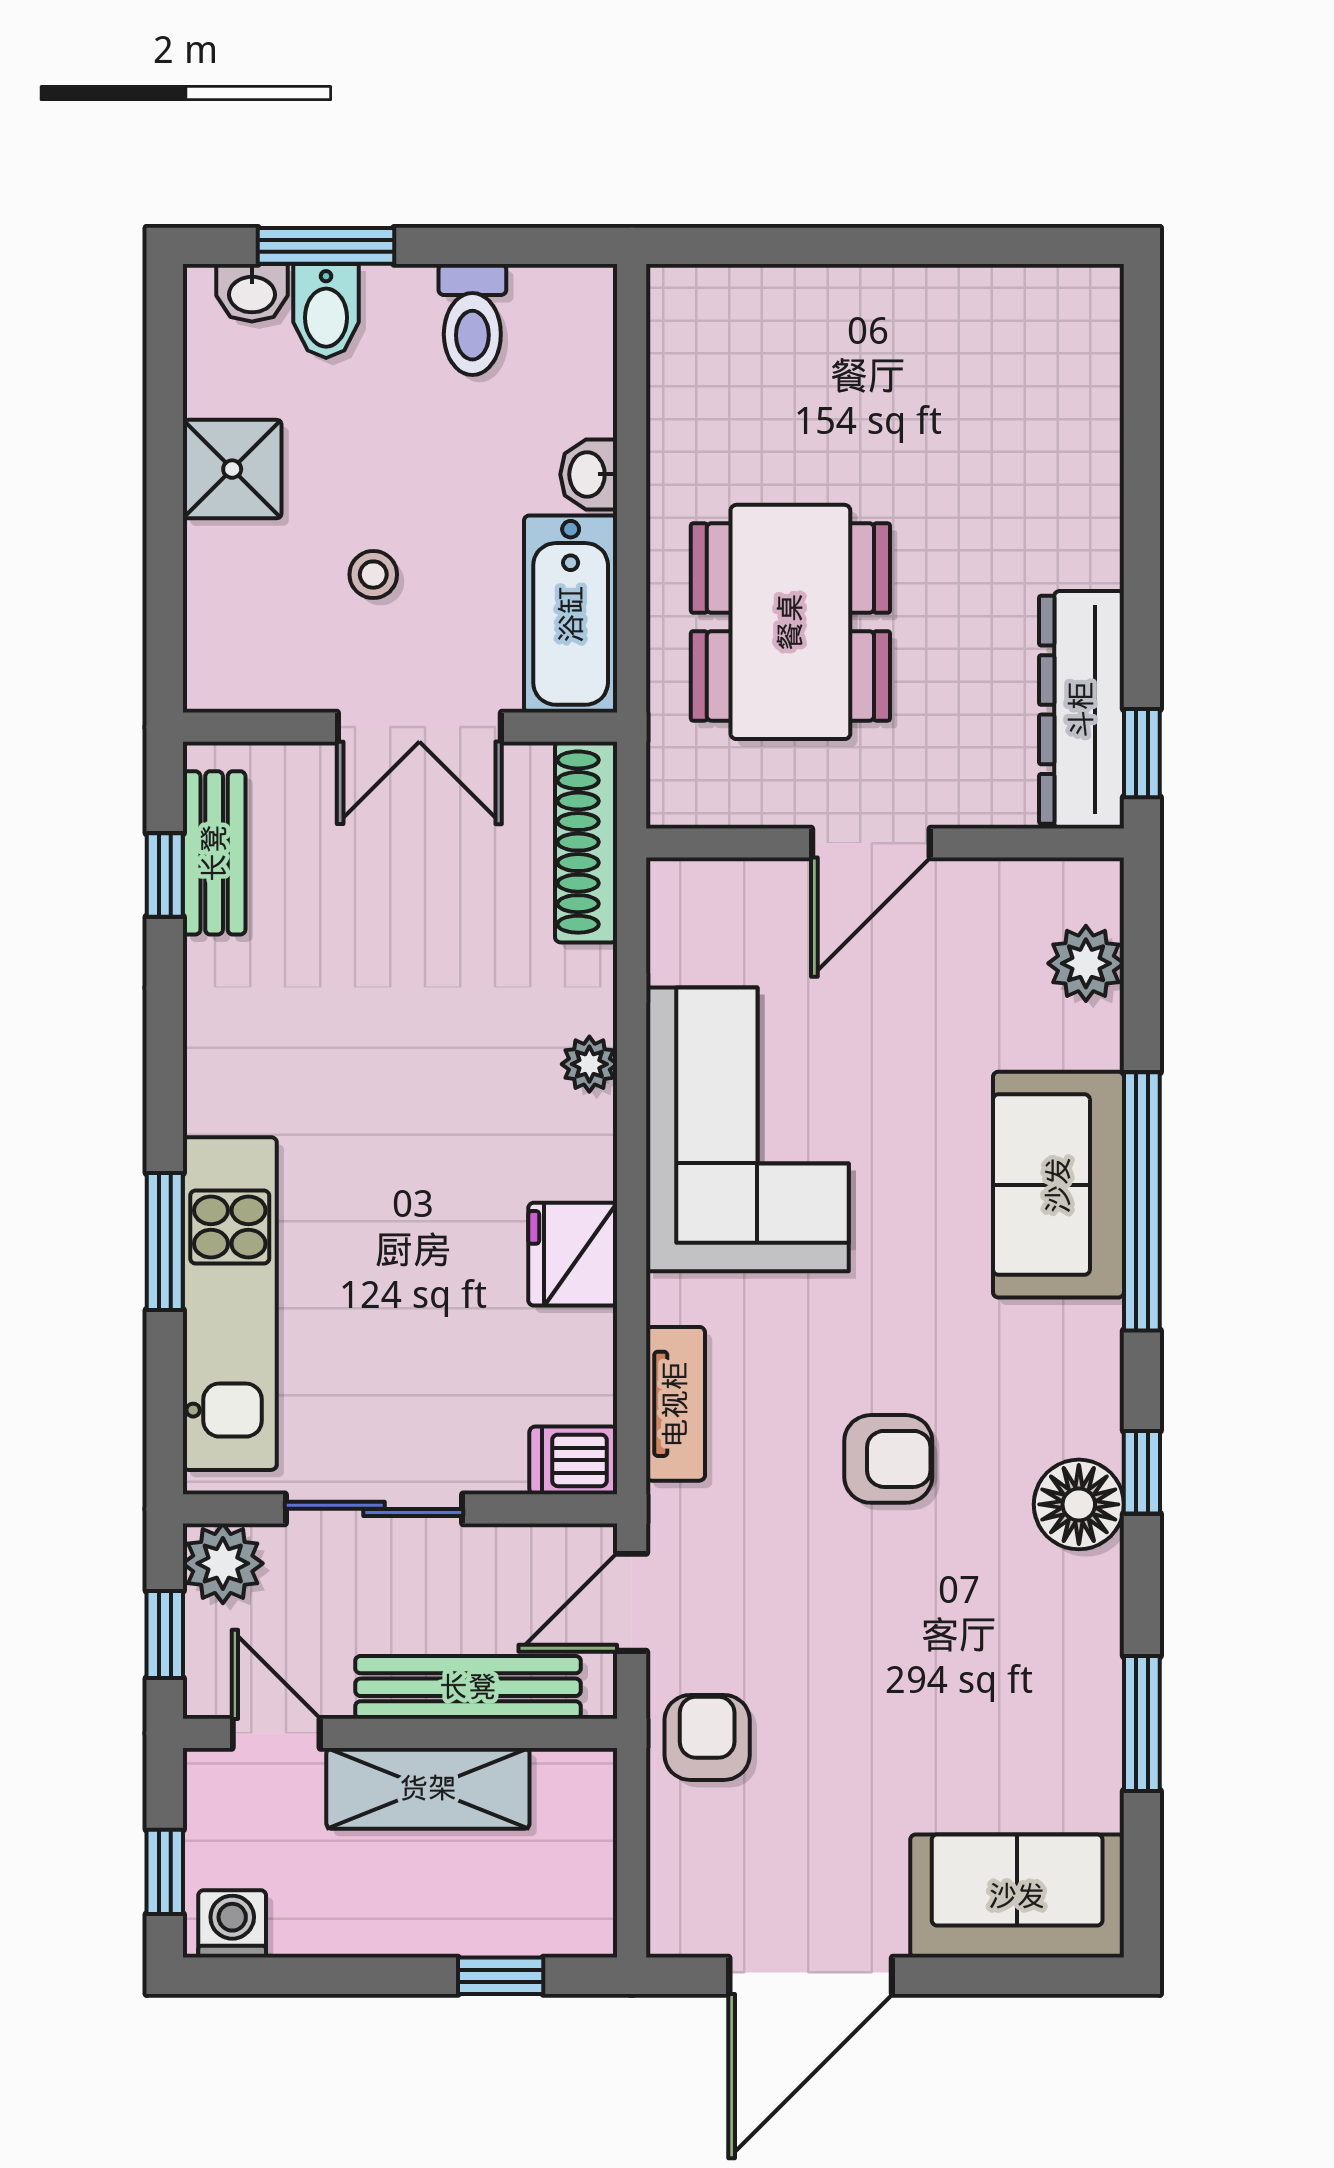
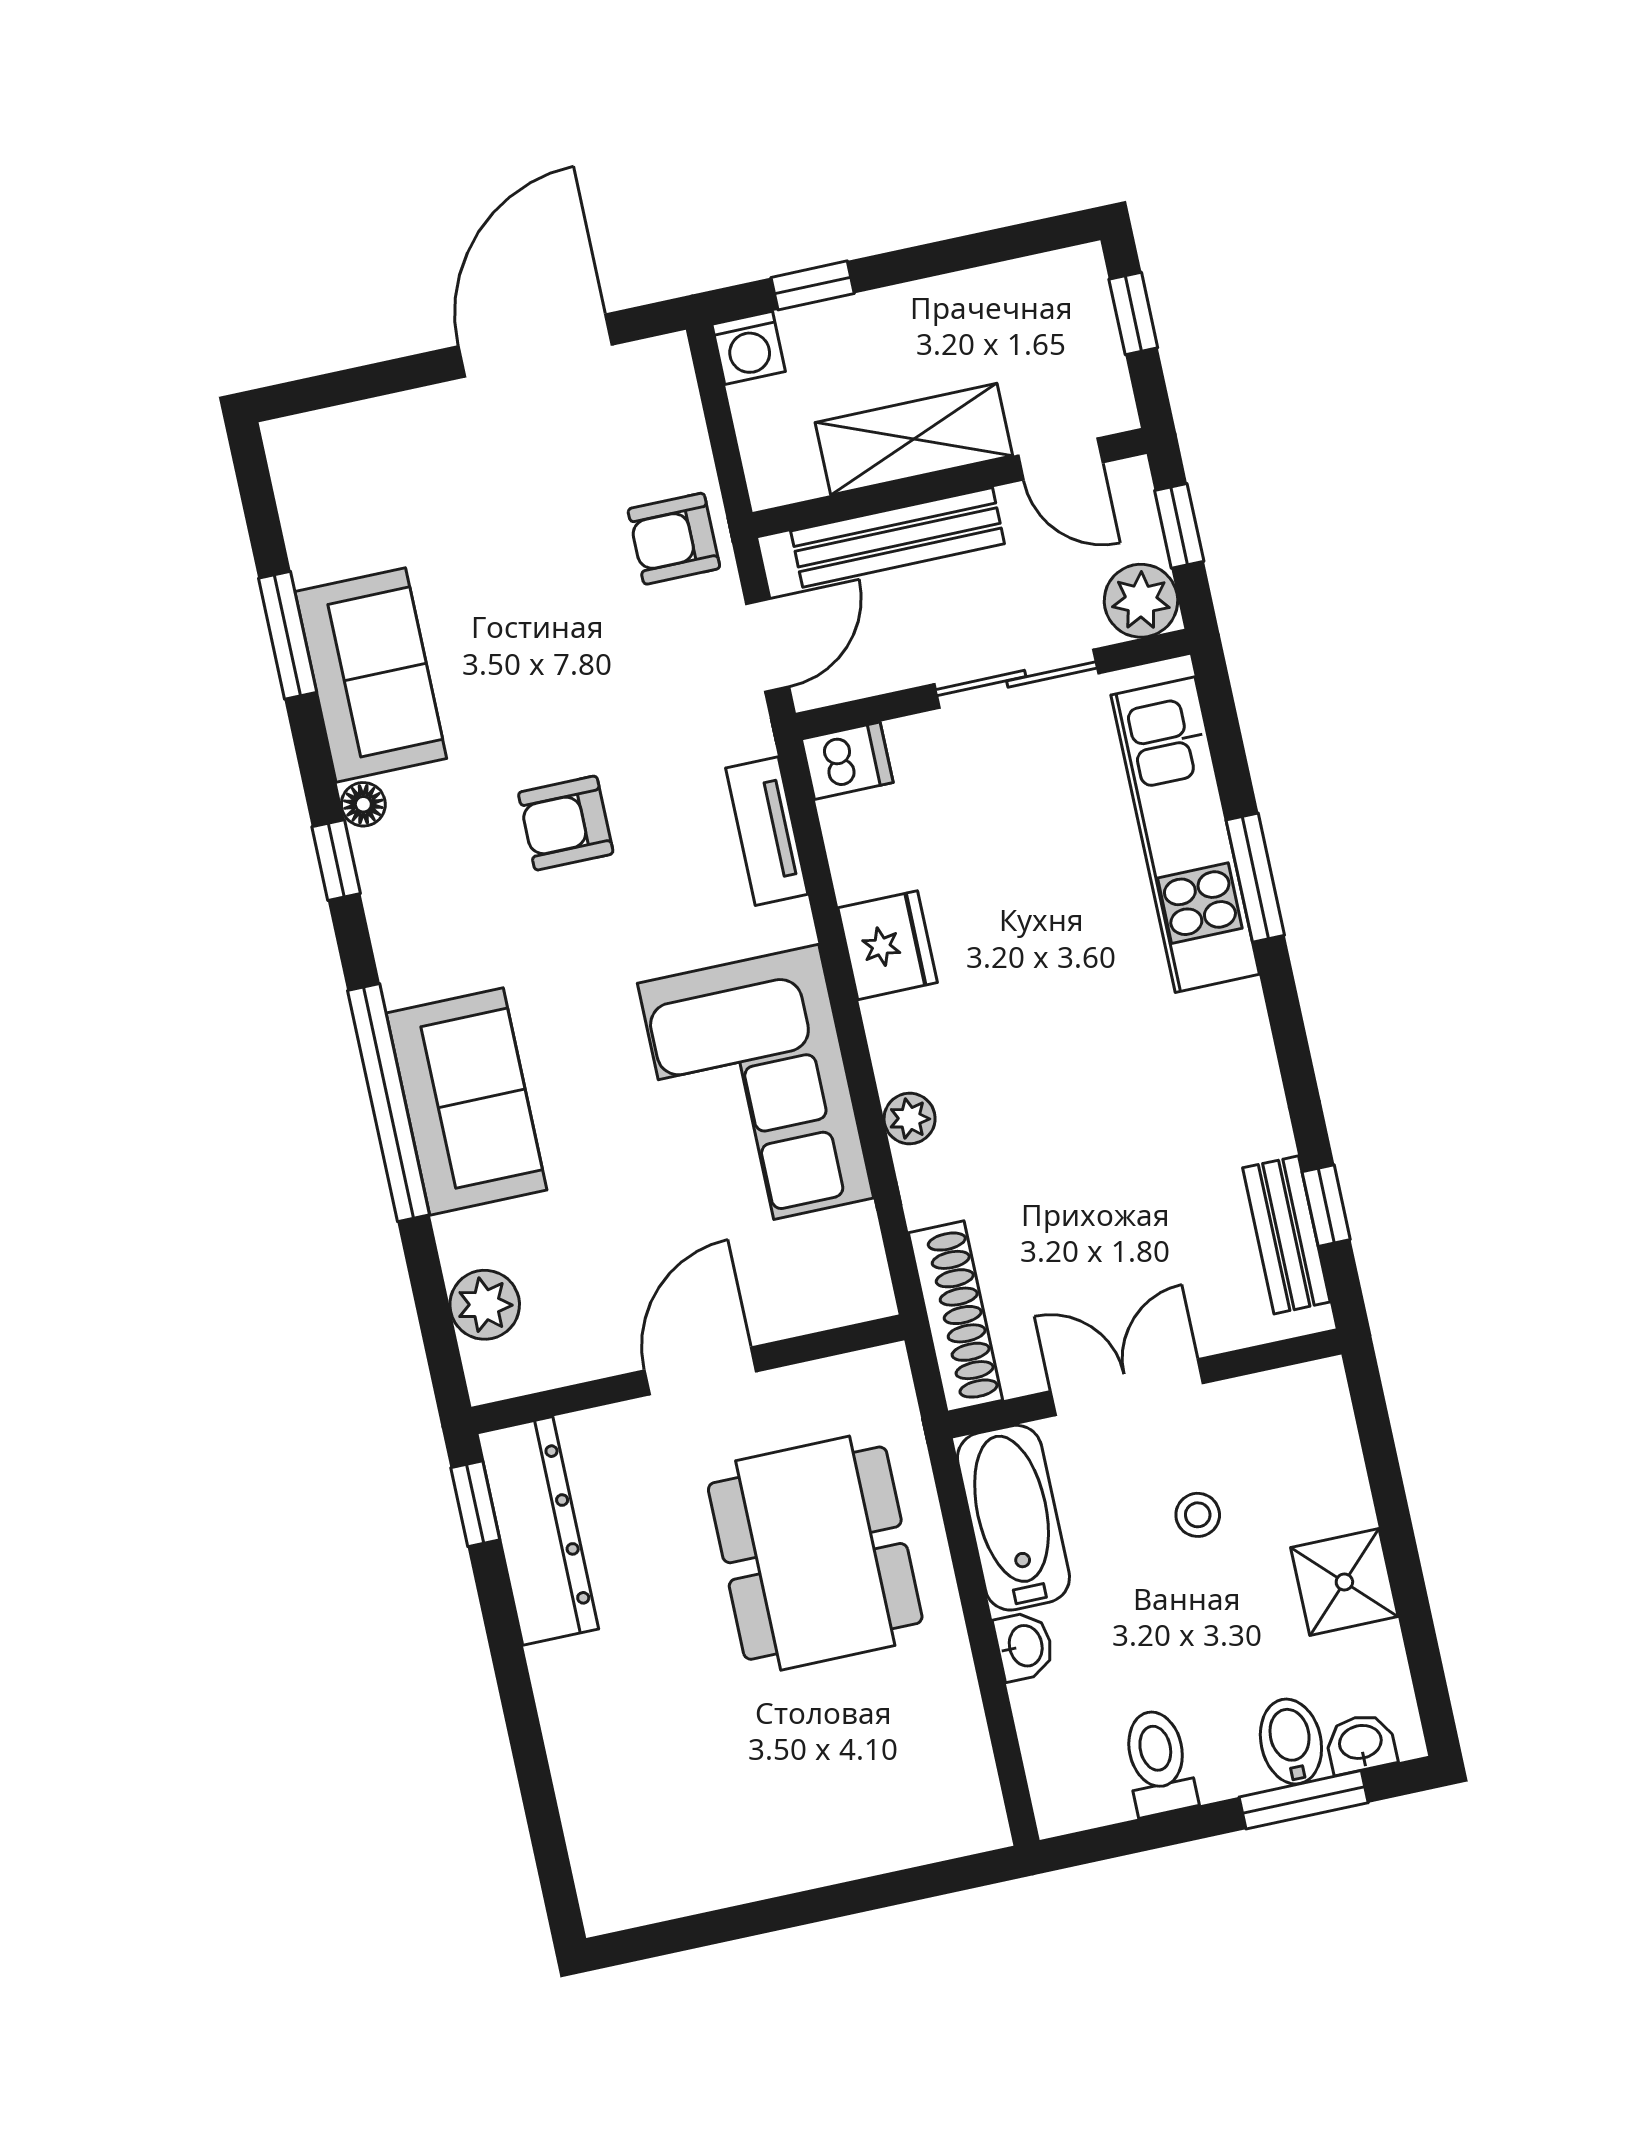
floor lamp: (1079, 1504) -> (363, 804), width x0.53, depth x0.53
armchair: (707, 1737) -> (674, 539), turned 90
sofa: (1017, 1896) -> (371, 675), moved, turned -90
washing machine: (232, 1924) -> (749, 348), moved

